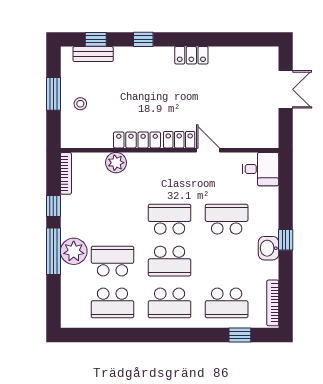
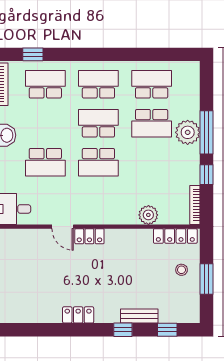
bench: (93, 54) -> (139, 316), moved
locker: (137, 140) -> (175, 236), moved

